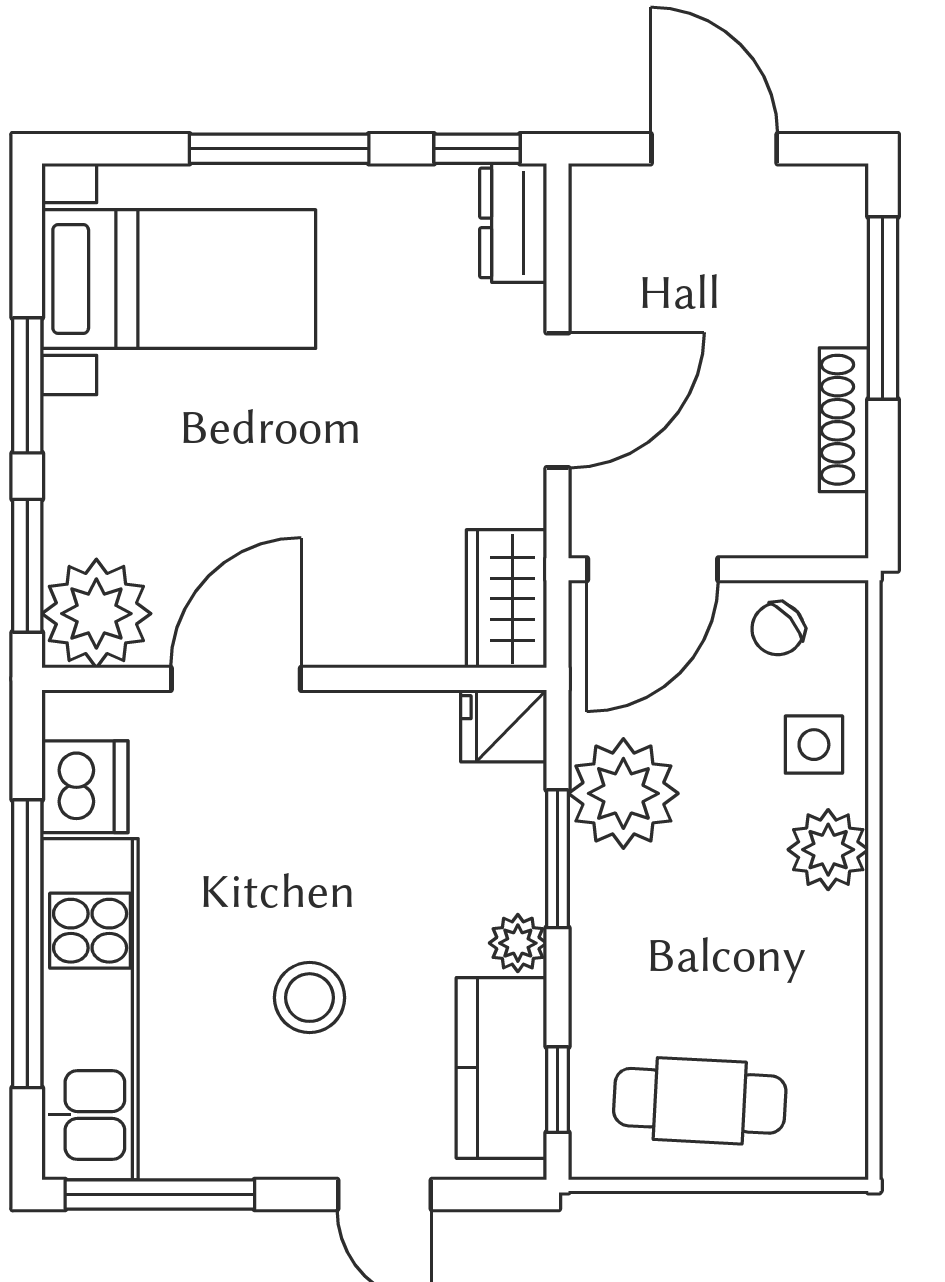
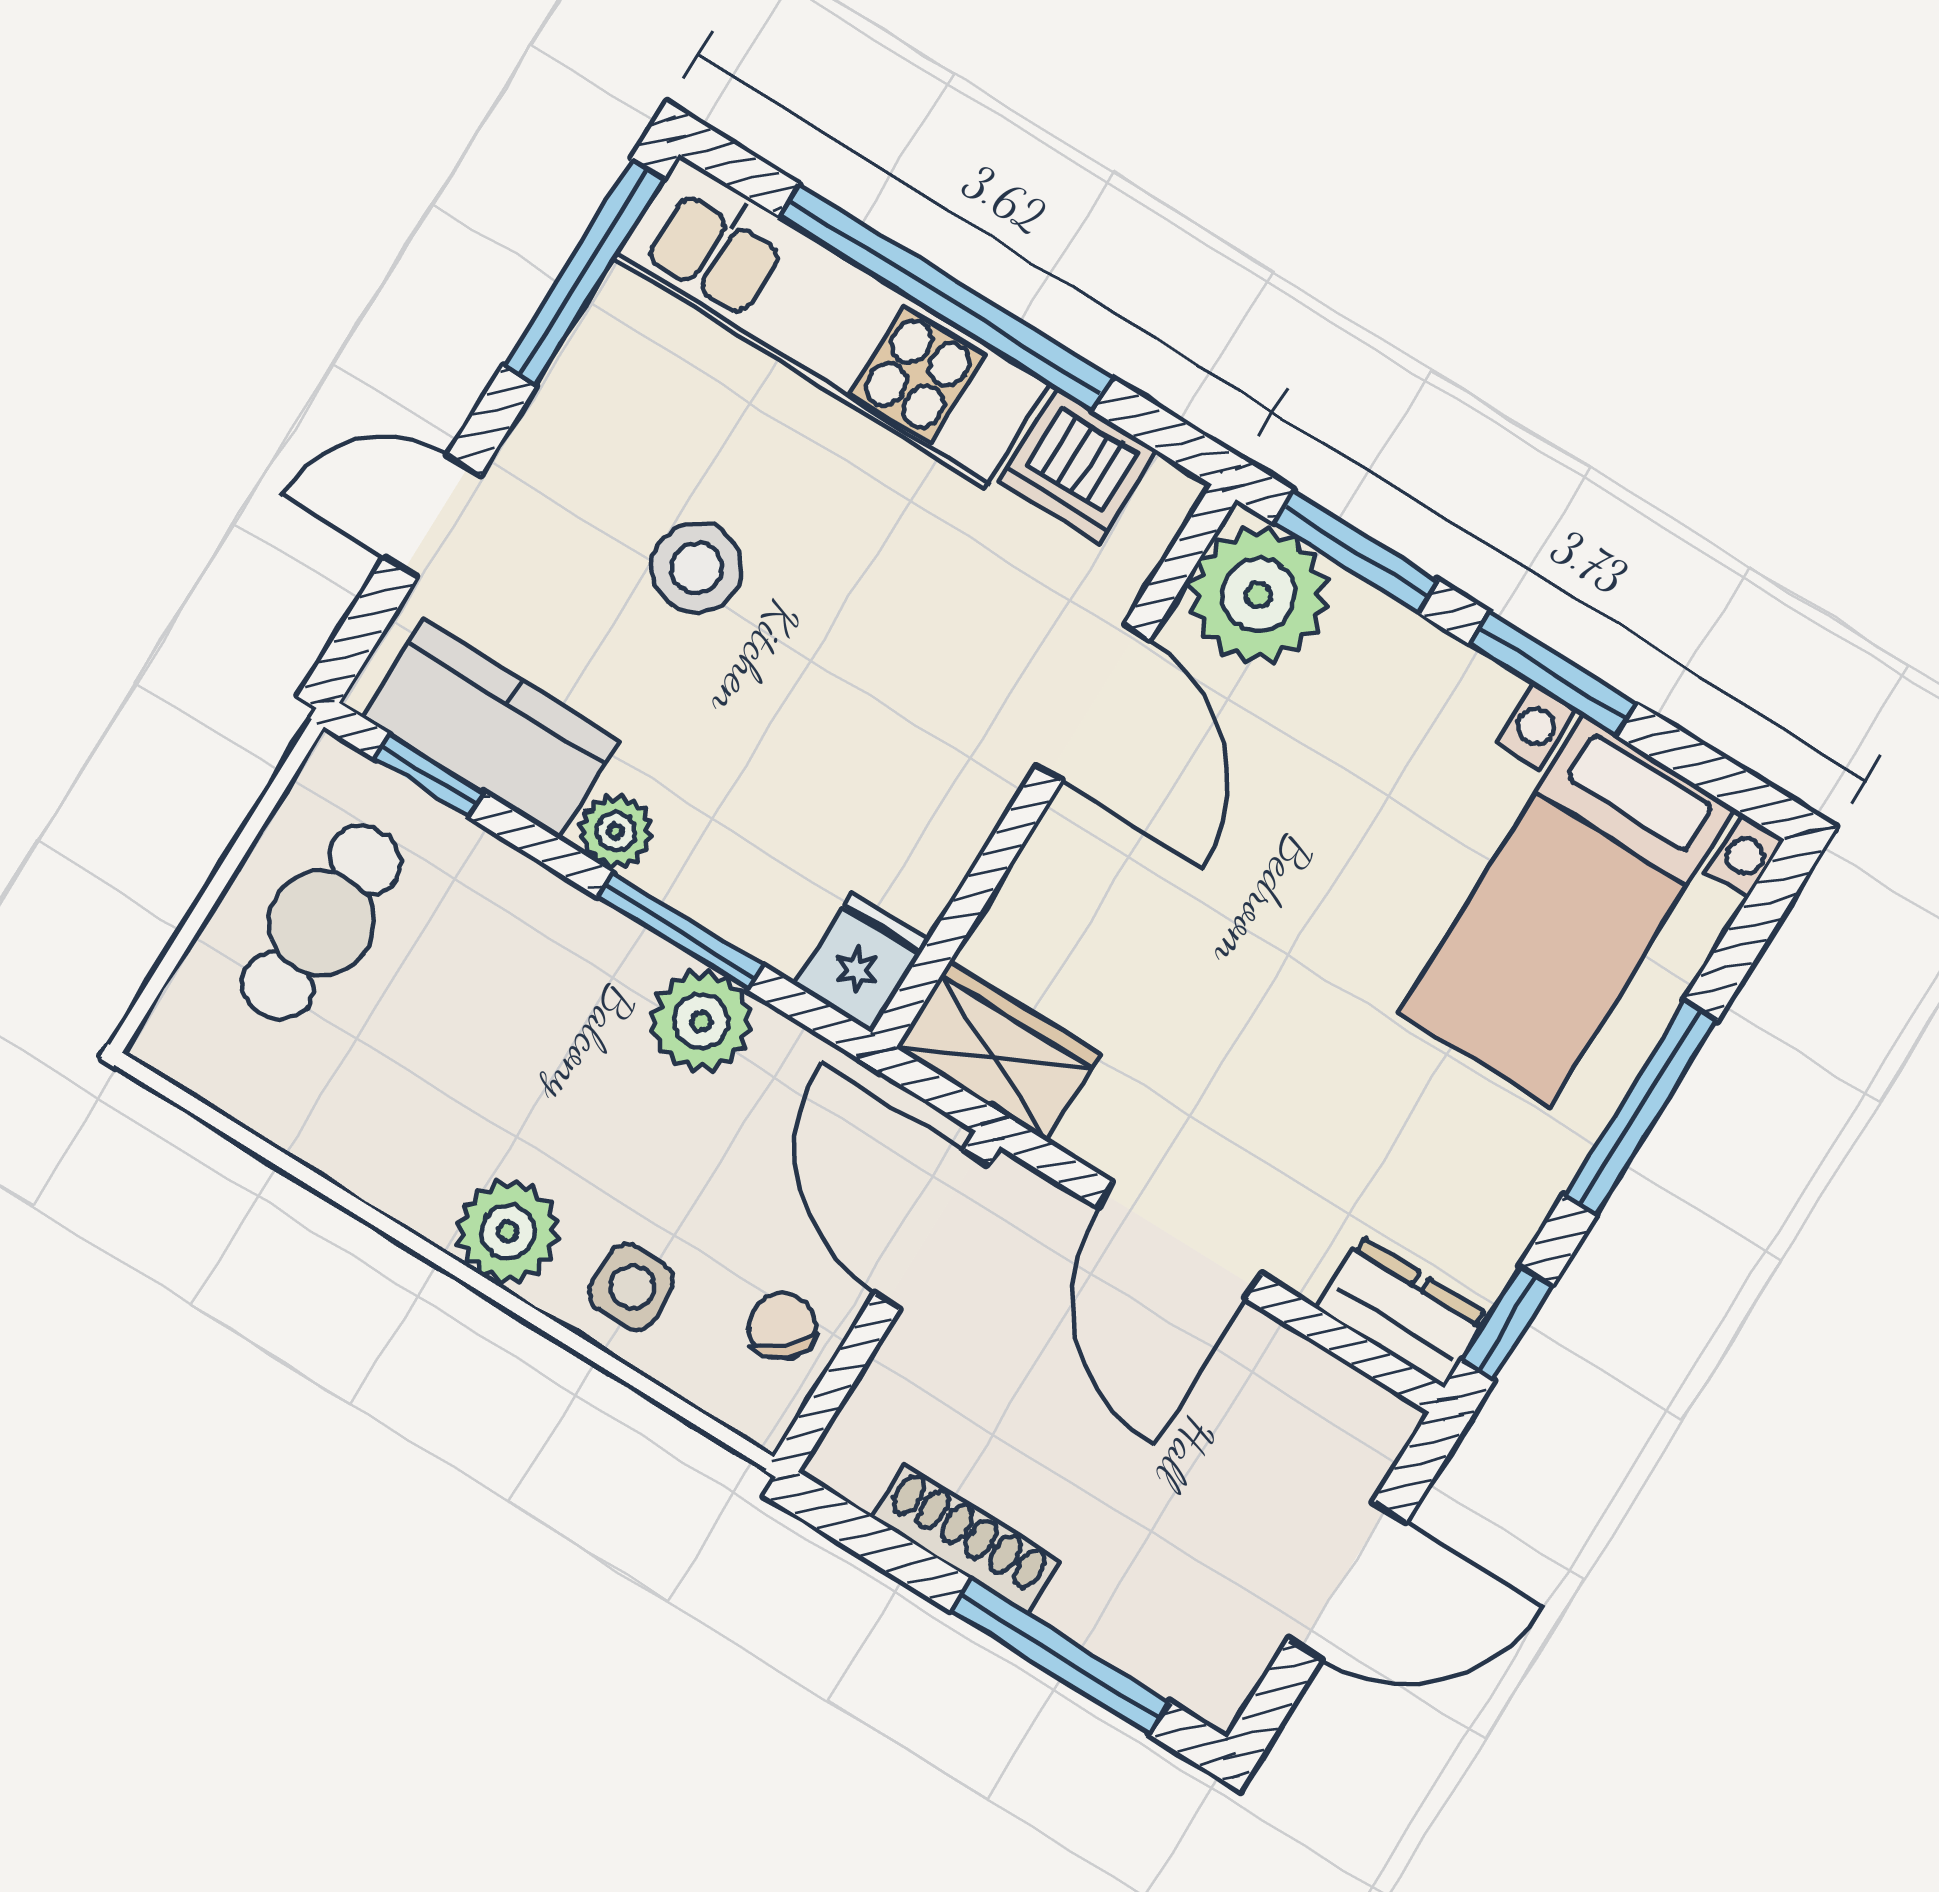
plant: (623, 793) -> (701, 1021), width x0.73, depth x0.73

